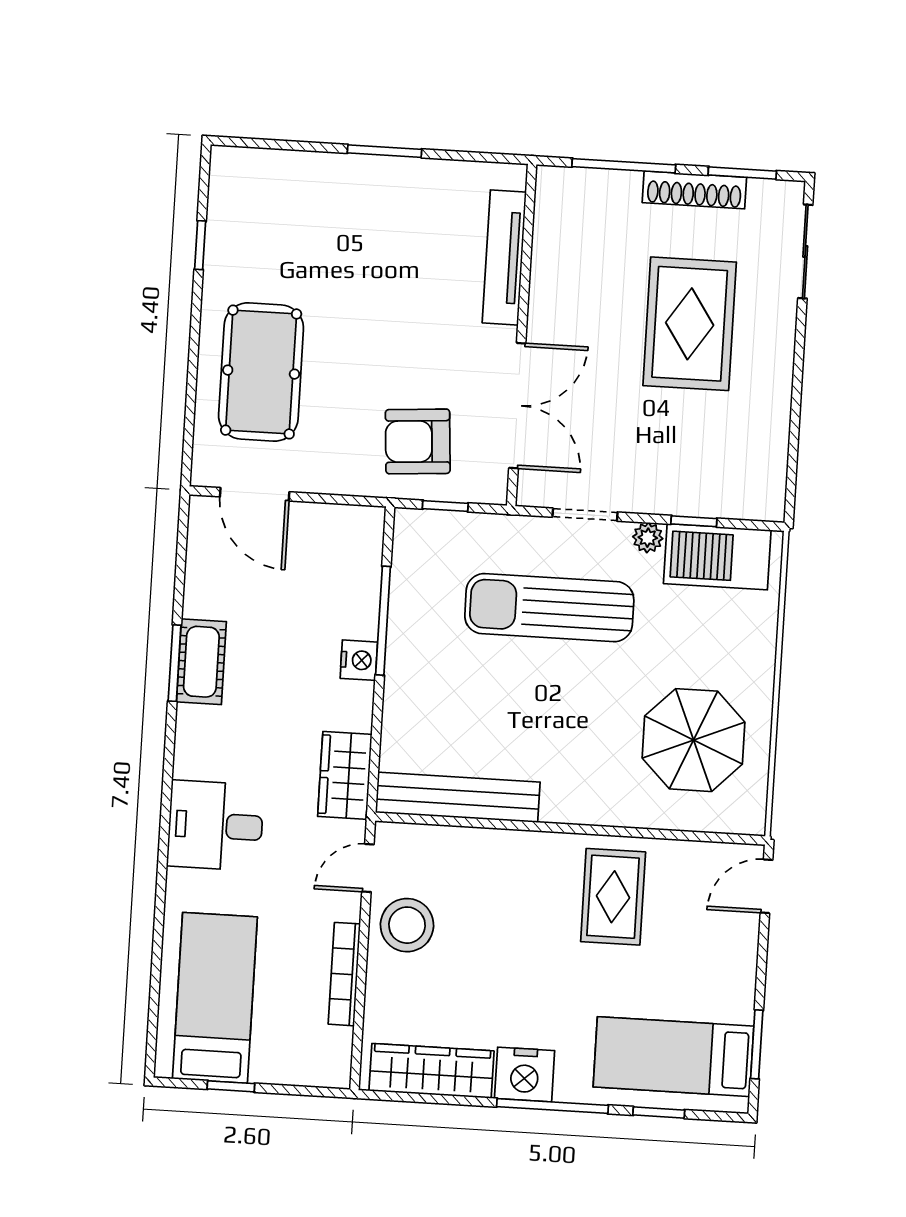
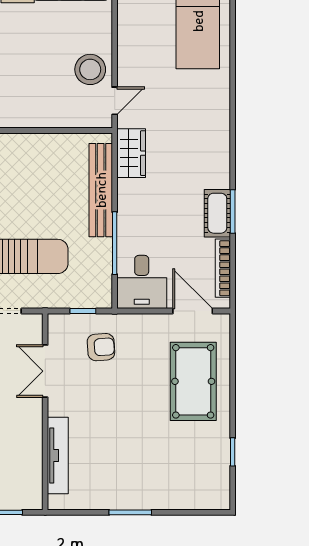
double door: (517, 406) -> (45, 371), width x0.73
armchair: (418, 441) -> (101, 347), width x0.72, depth x0.72
nightstand: (359, 660) -> (127, 220), removed
bench: (458, 797) -> (101, 190), moved, turned 90
desk: (215, 826) -> (142, 282), moved, turned 90
bookcase: (344, 974) -> (223, 268), moved, turned 180

